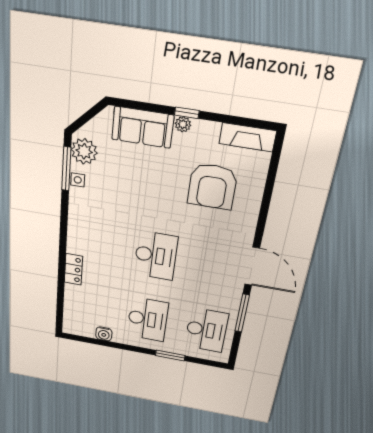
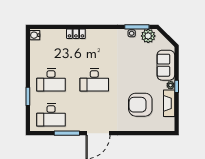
fireplace: (248, 137) -> (169, 103), moved
water cooler: (104, 334) -> (35, 35), moved

